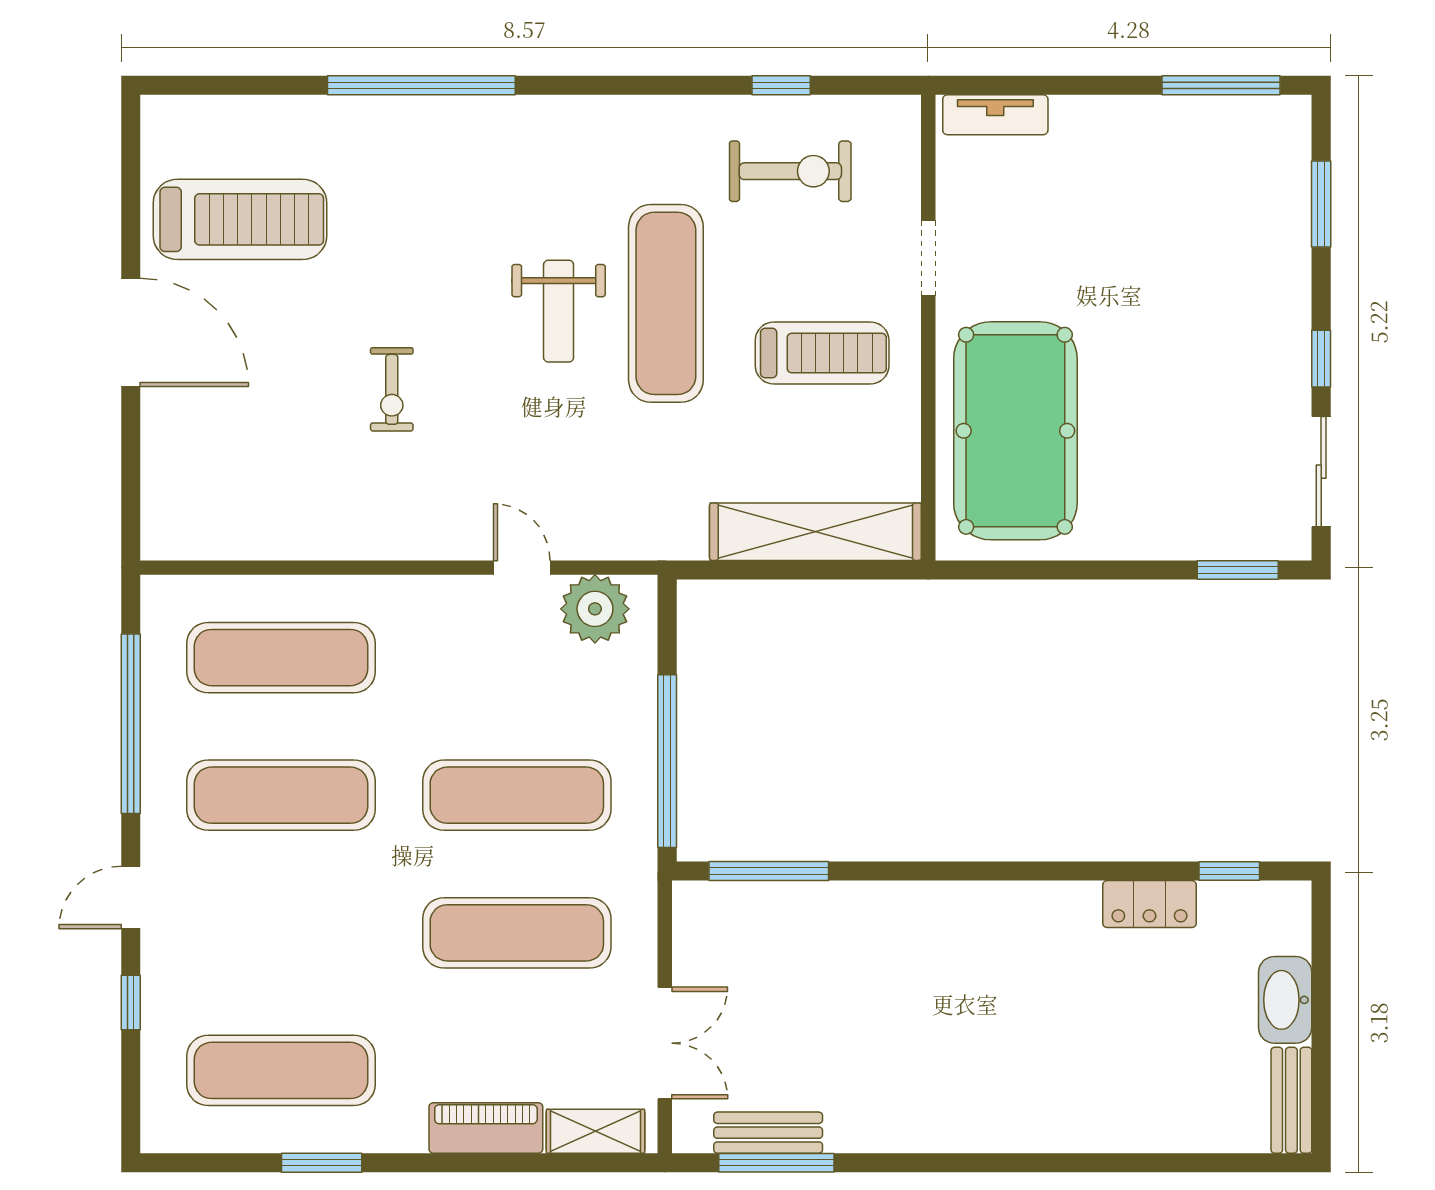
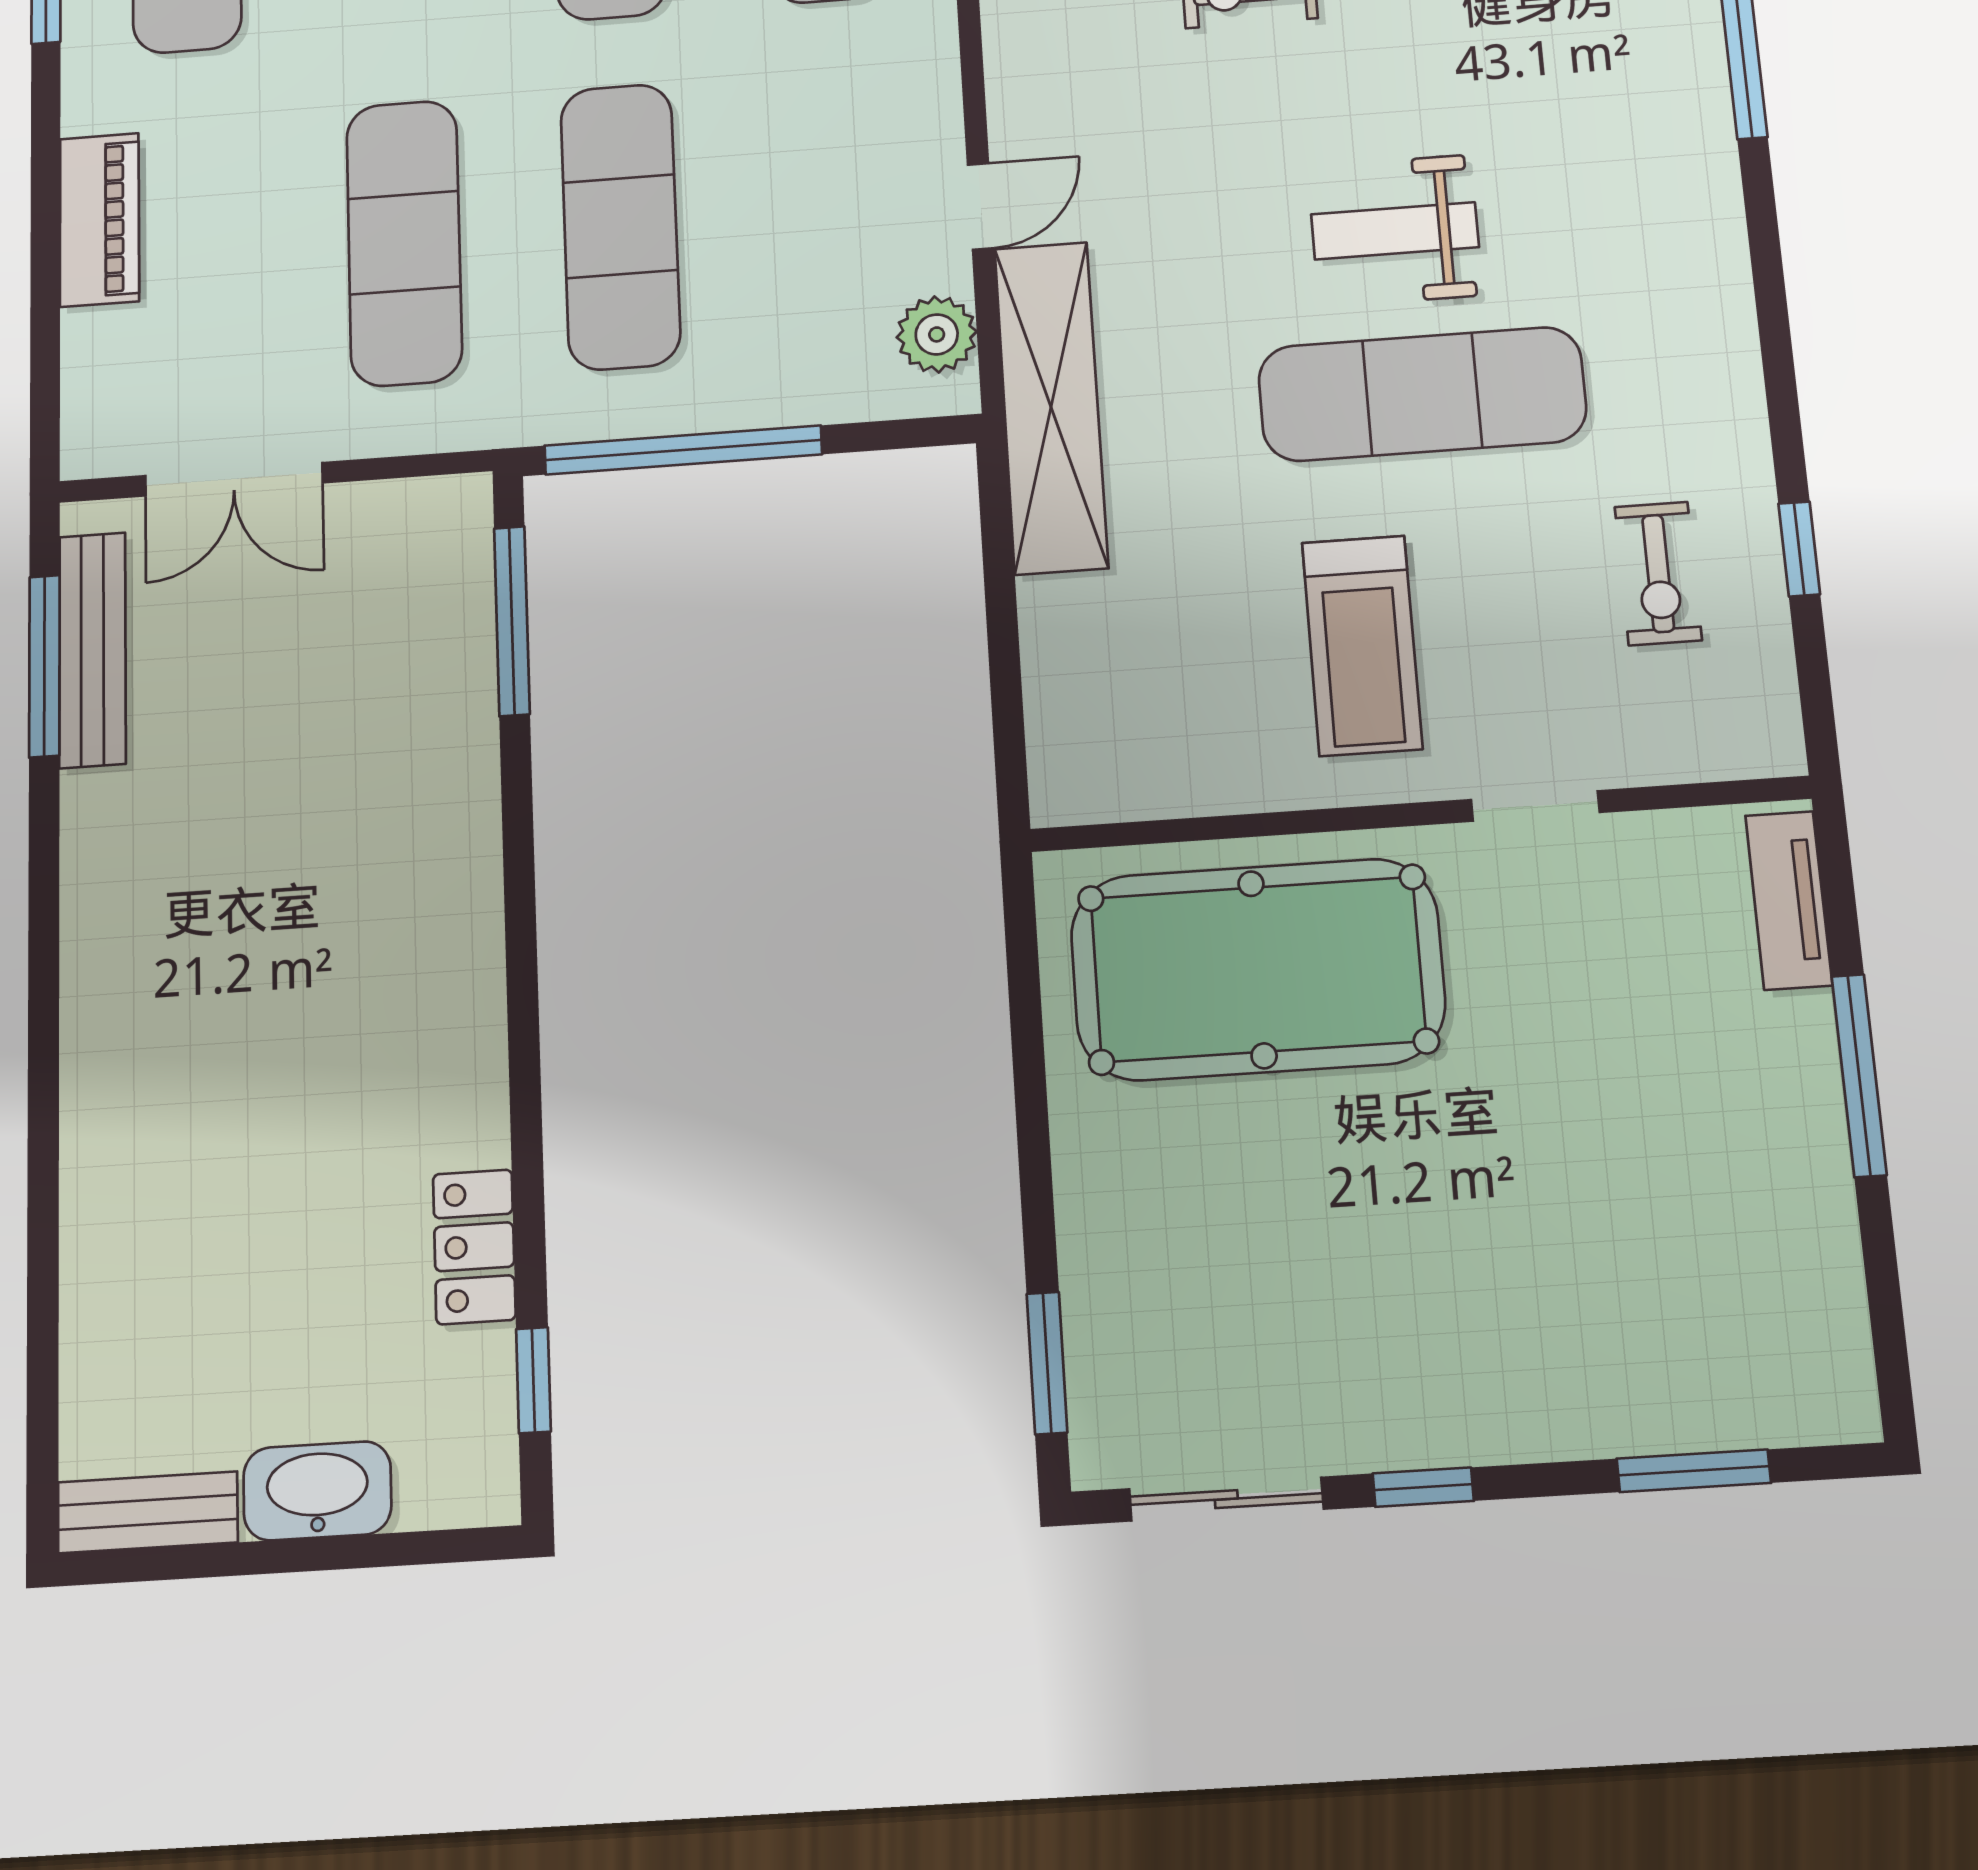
window: (1221, 85) -> (1859, 1075), moved
exercise bike: (790, 171) -> (1658, 573), width x0.73, depth x0.72
shelving: (815, 532) -> (1051, 407), moved
plant: (595, 609) -> (937, 334), width x0.73, depth x0.73
shelving: (596, 1131) -> (94, 384), removed
bench: (768, 1133) -> (92, 650), width x1.36

